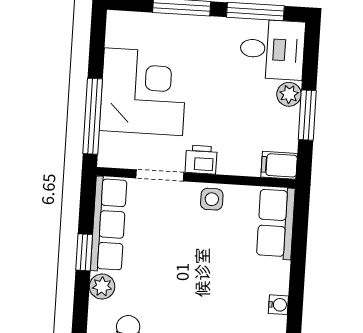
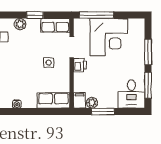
plant: (289, 94) -> (92, 103), moved
side table: (212, 199) -> (49, 63), moved
row of seats: (109, 224) -> (55, 25), width x0.68

